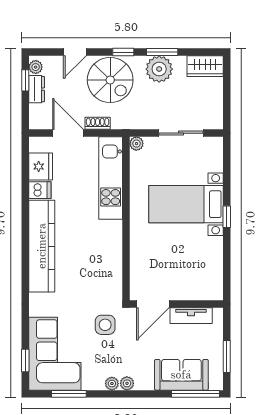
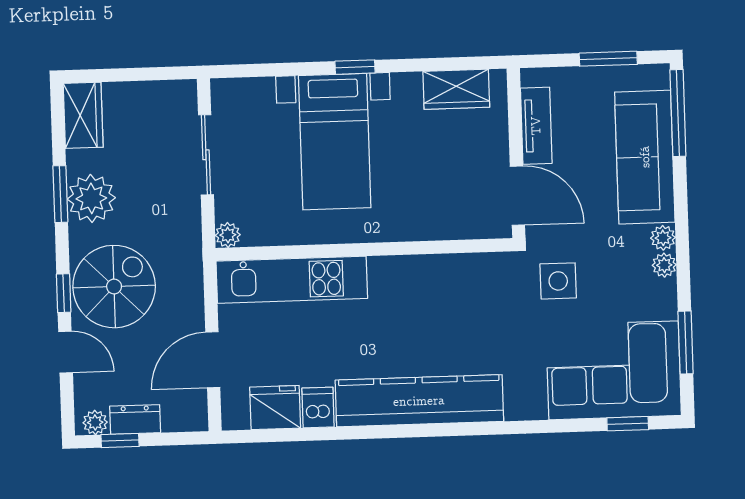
window: (123, 52) -> (64, 293), moved
shoe rack: (98, 123) -> (193, 307), removed
wardrobe: (213, 272) -> (456, 89), added
sofa: (181, 375) -> (645, 157), width x1.36

